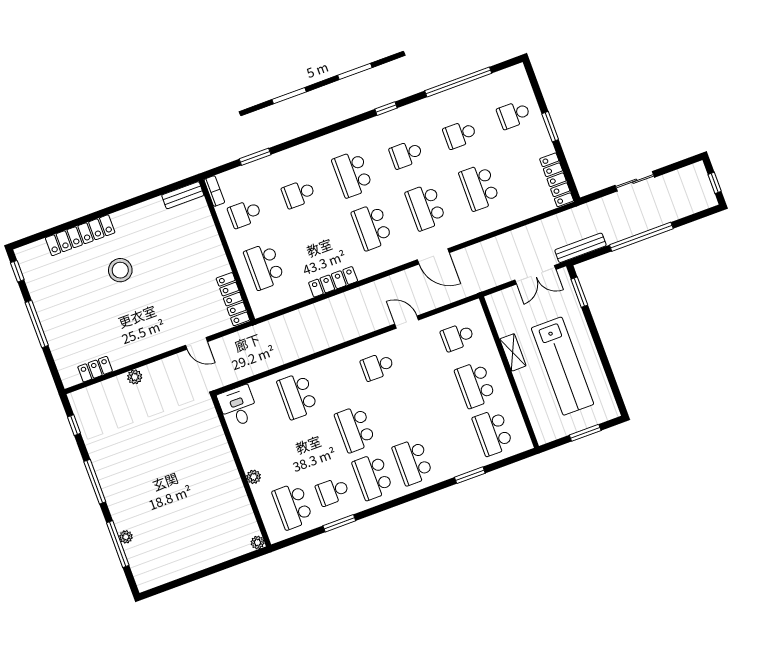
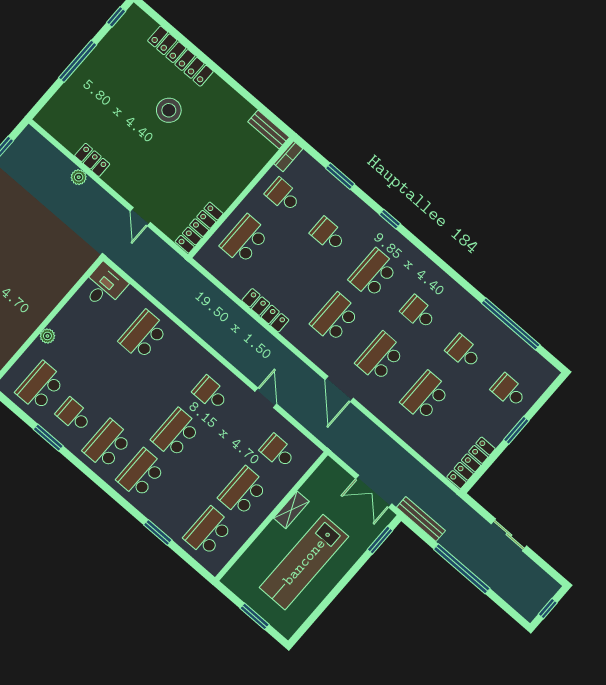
window: (386, 109) -> (390, 219), moved
locker: (95, 369) -> (92, 160), moved
school desk: (355, 429) -> (176, 433), moved

